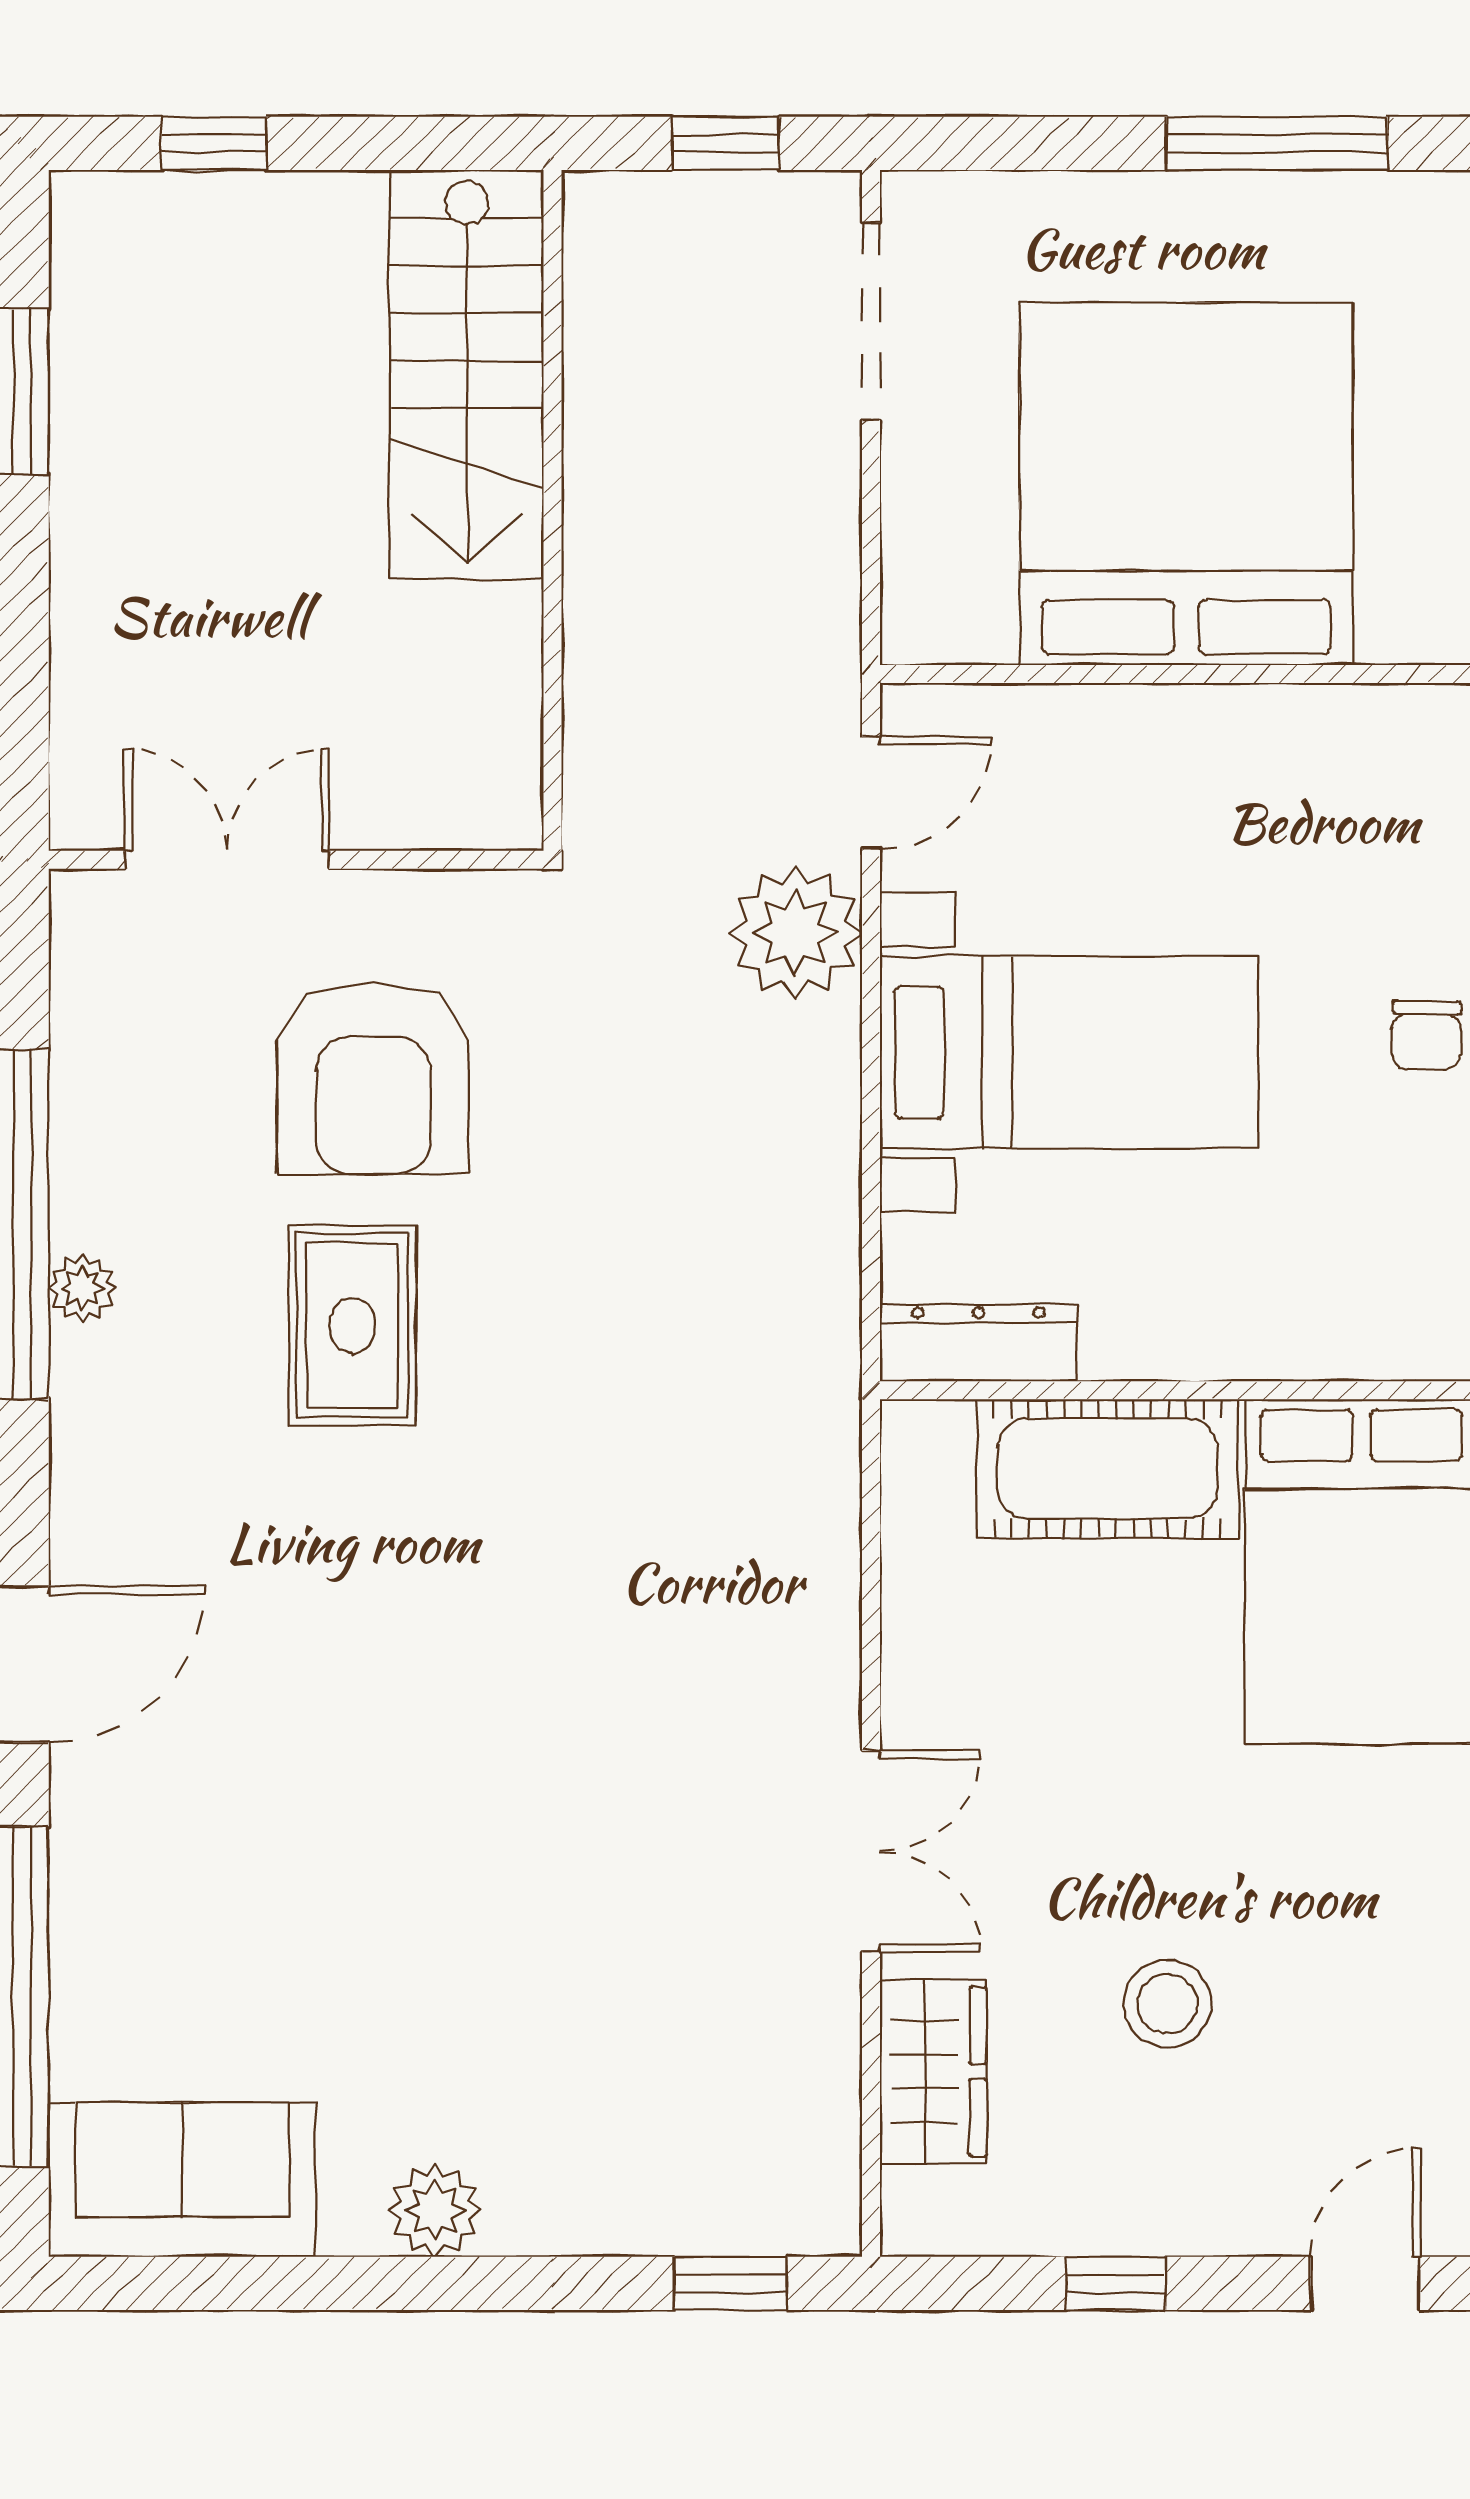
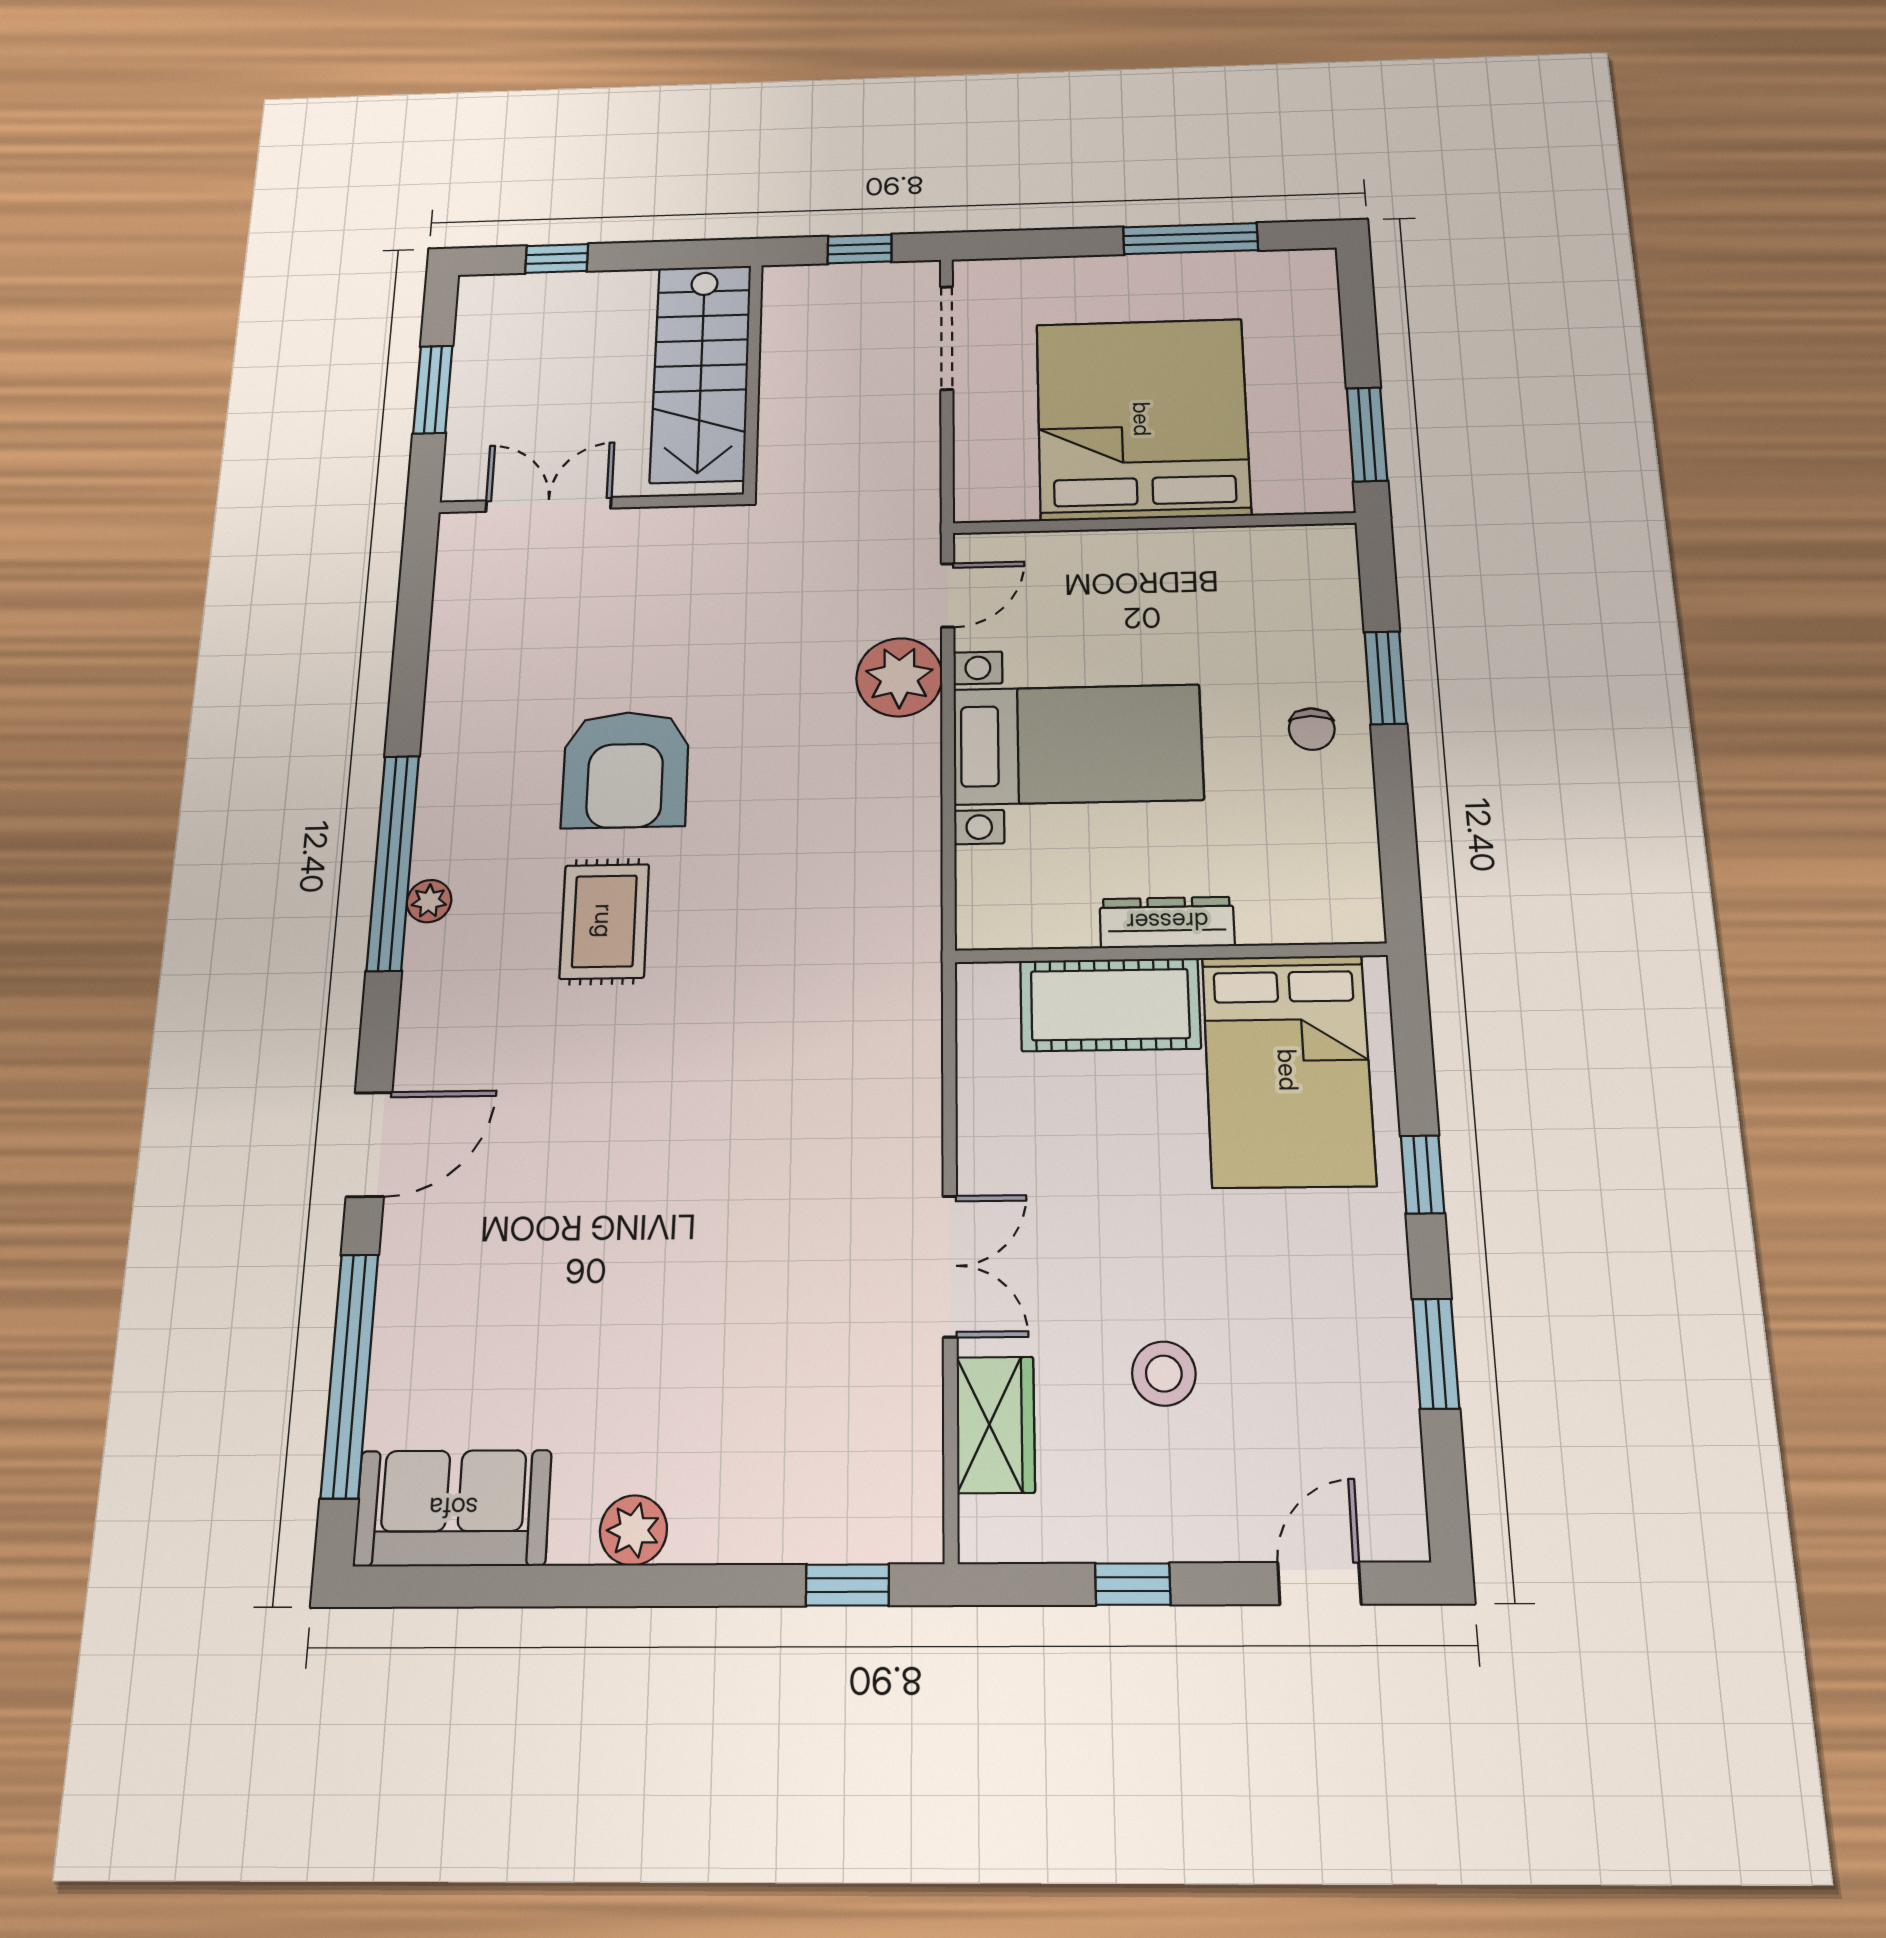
double door: (227, 860) -> (548, 504), moved
wall: (296, 860) -> (591, 503), moved
dresser: (979, 1343) -> (1167, 922), moved

